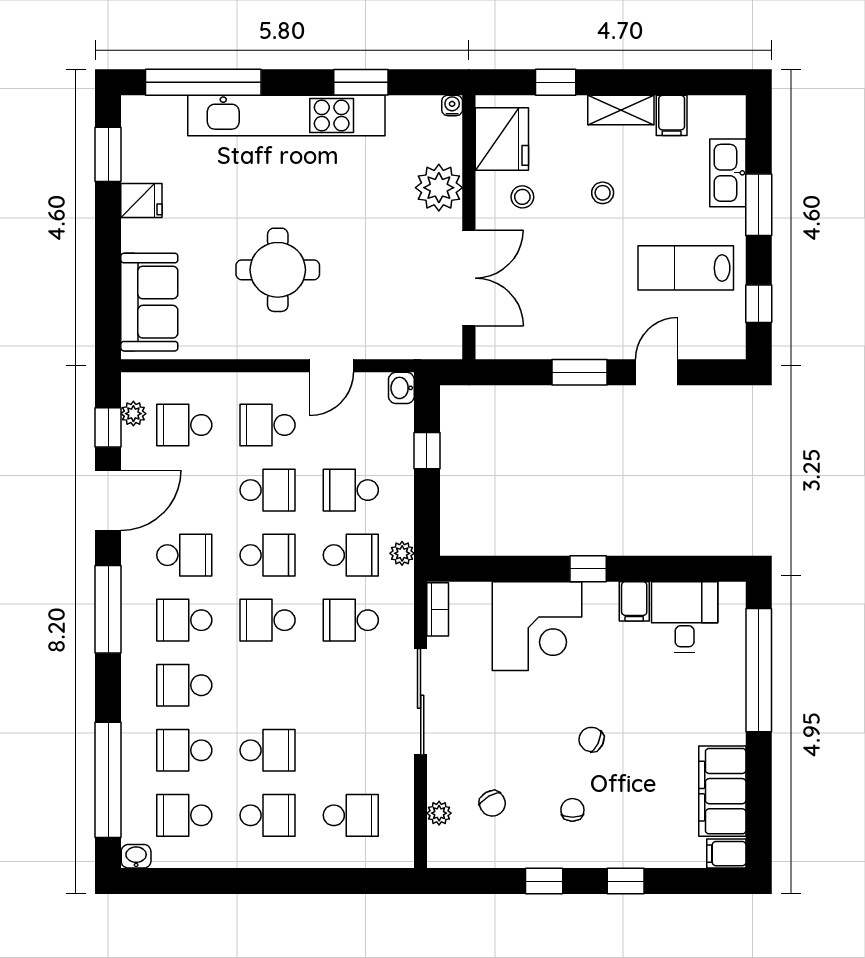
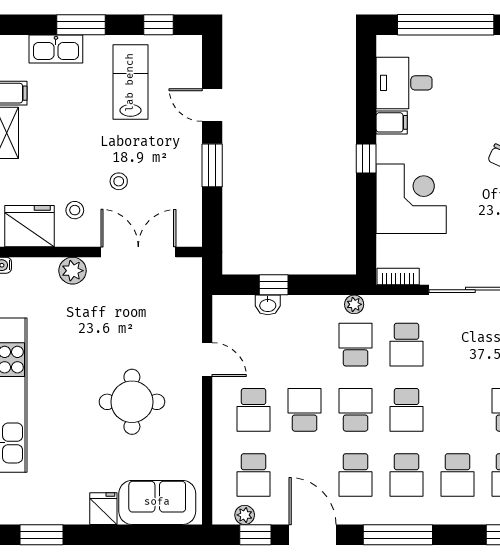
plant: (439, 188) -> (72, 271), width x0.73, depth x0.73
stool: (603, 193) -> (119, 181), moved
fridge: (141, 201) -> (103, 509), moved
lab bench: (686, 268) -> (130, 82), turned 180
washbasin: (401, 388) -> (268, 305), moved
school desk: (351, 490) -> (305, 345), removed
school desk: (184, 555) -> (356, 475), turned 180

